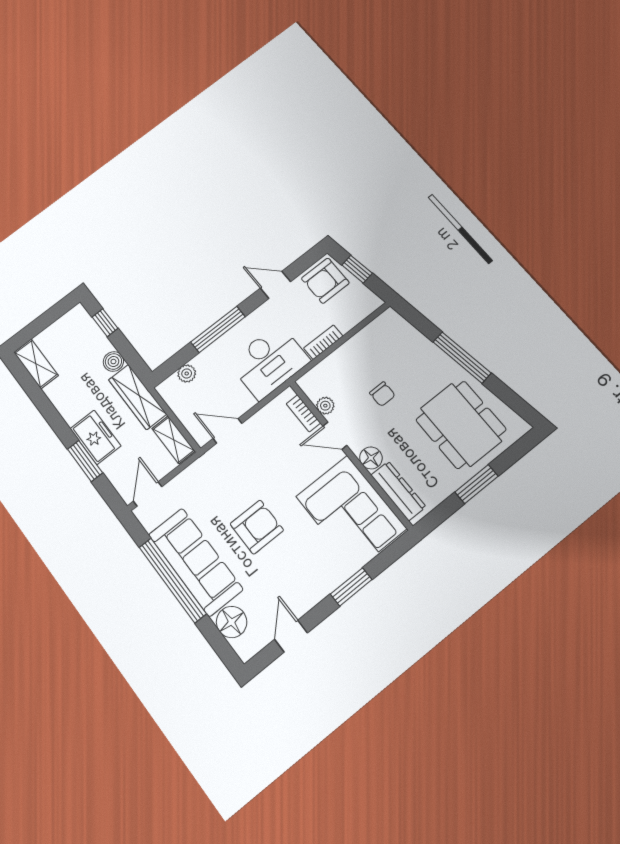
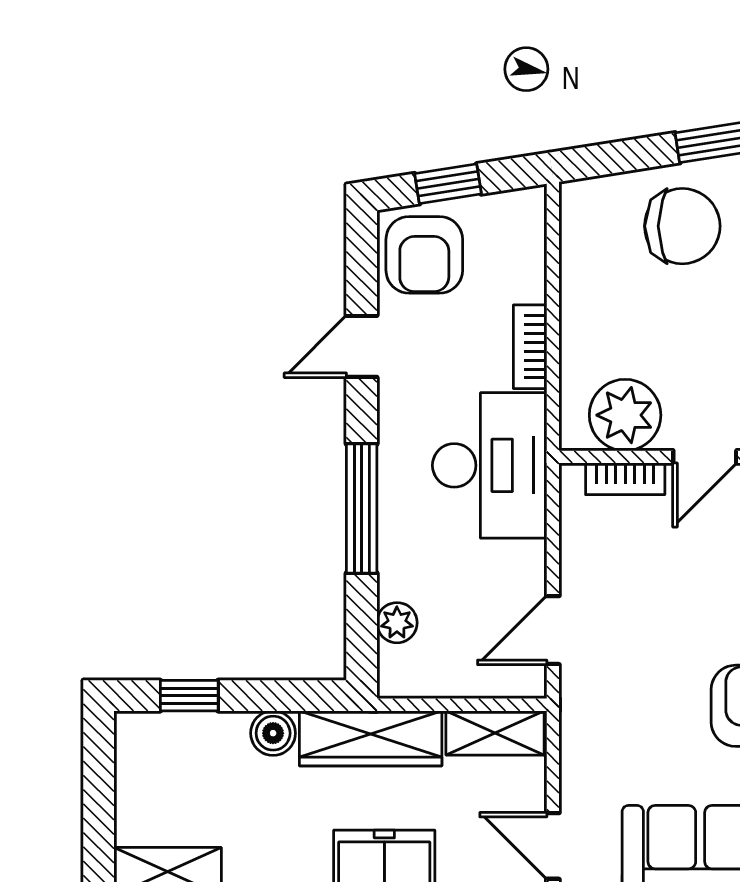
chair: (382, 394) -> (682, 226), moved, width x1.87, depth x1.87
plant: (325, 406) -> (625, 415), width x1.88, depth x1.88

